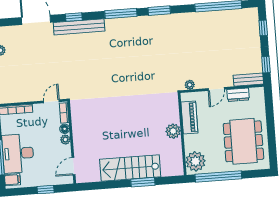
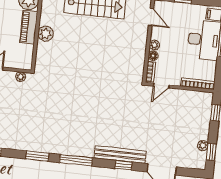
piano: (189, 117) -> (29, 27), moved
door: (74, 166) -> (151, 17), hinge flipped

